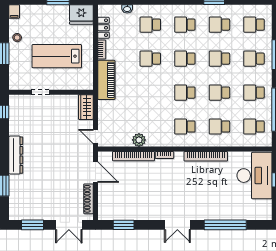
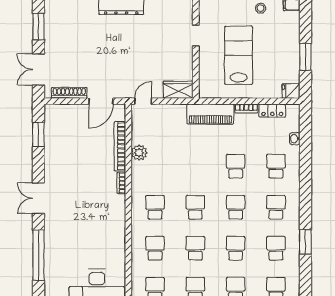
fridge: (81, 14) -> (291, 91), width x0.53, depth x0.75
bookcase: (206, 156) -> (120, 232), removed

